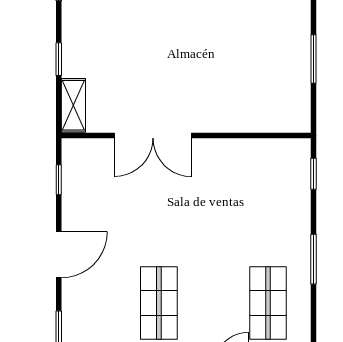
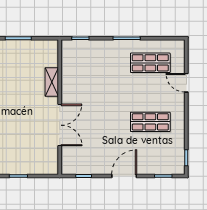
shelving: (73, 105) -> (52, 82), moved, turned 90
door: (59, 255) -> (124, 176), hinge flipped

